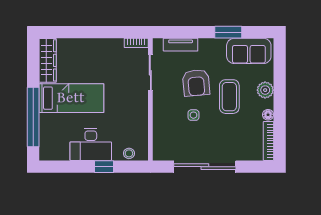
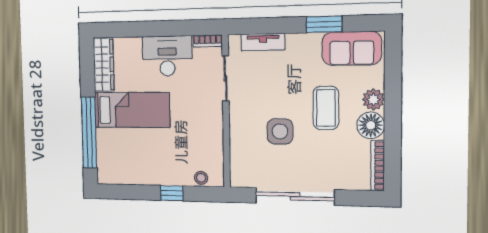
armchair: (196, 83) -> (283, 90), removed
side table: (193, 115) -> (280, 131), width x1.87, depth x1.87
floor lamp: (268, 115) -> (371, 125), width x1.89, depth x1.89
desk: (91, 144) -> (167, 56), moved, turned 180

